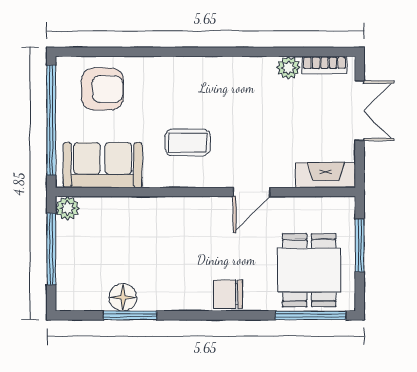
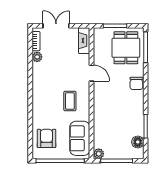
dining table: (309, 270) -> (126, 48), turned 90
floor lamp: (123, 297) -> (138, 142), moved

